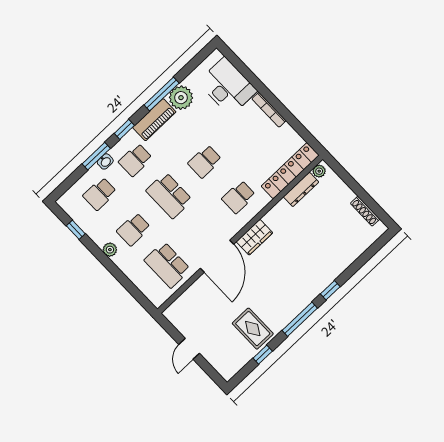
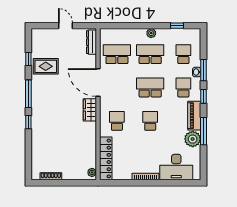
dresser: (301, 189) -> (91, 42), moved
school desk: (134, 229) -> (150, 54), width x1.85

